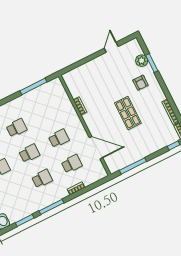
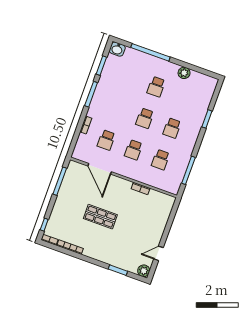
door: (111, 47) -> (159, 253), swing flipped
plant: (142, 61) -> (144, 271), moved
armchair: (140, 83) -> (112, 248), removed
door: (96, 148) -> (100, 169), hinge flipped
school desk: (42, 179) -> (161, 160), moved

